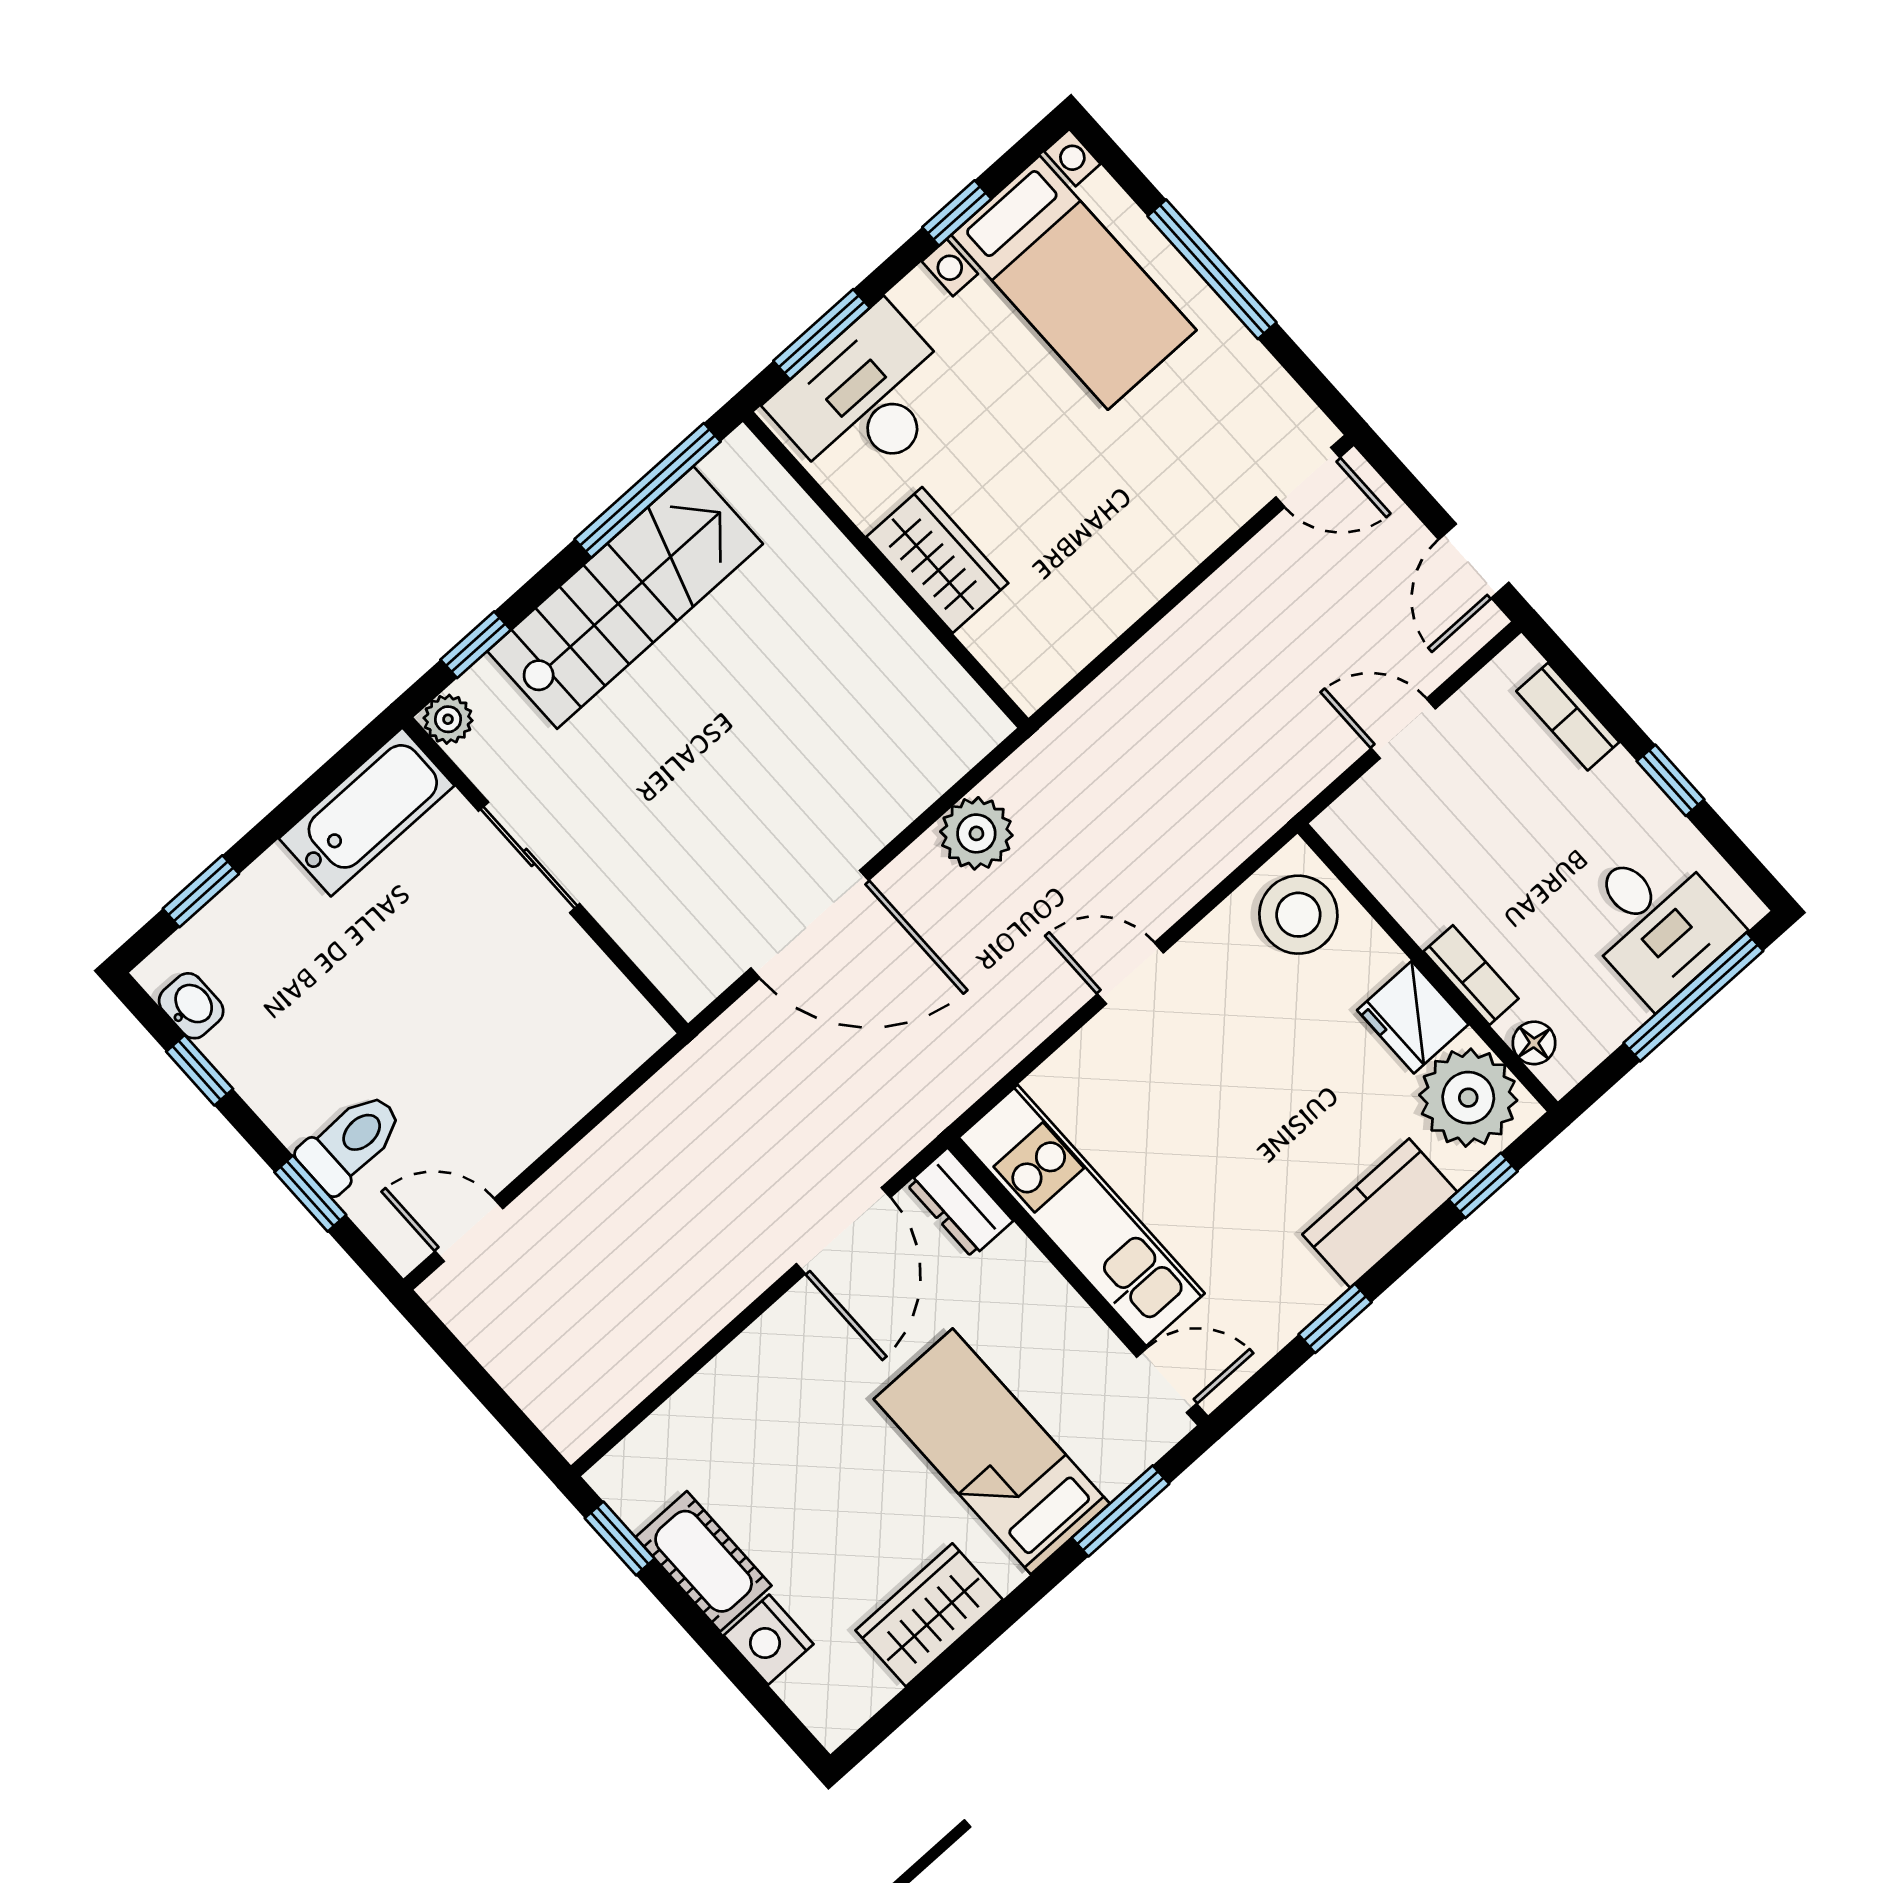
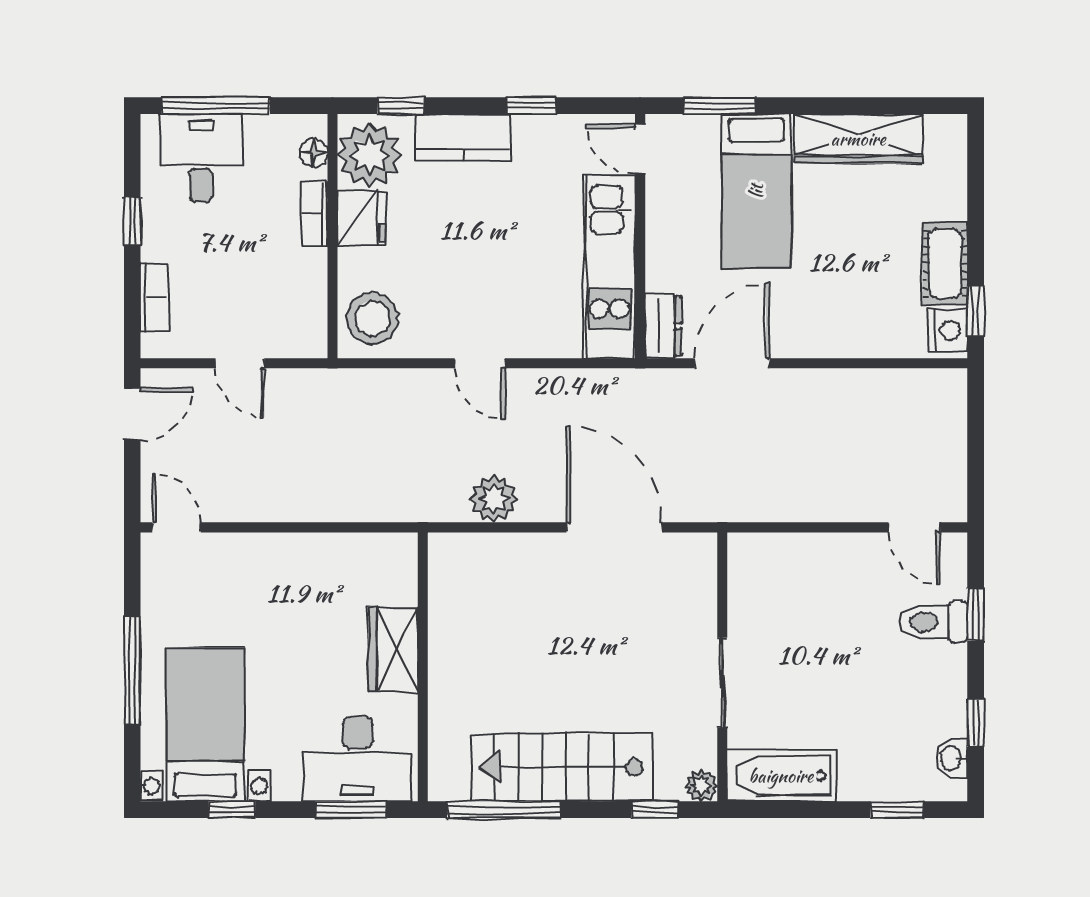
wardrobe: (929, 1615) -> (858, 139), width x1.50
nightstand: (769, 1640) -> (947, 330), moved

